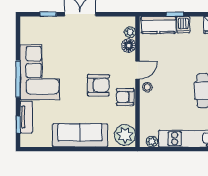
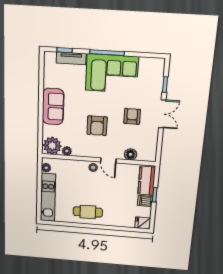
plant: (130, 32) -> (67, 151), moved
armchair: (125, 97) -> (132, 116), moved
sofa: (80, 135) -> (53, 107), width x0.73

